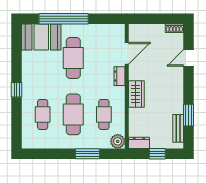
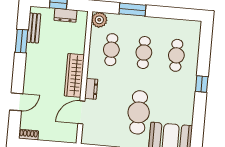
wardrobe: (136, 94) -> (74, 75), width x1.50
cafe table: (73, 114) -> (144, 53), width x0.73, depth x0.74
dresser: (139, 143) -> (65, 15), moved

